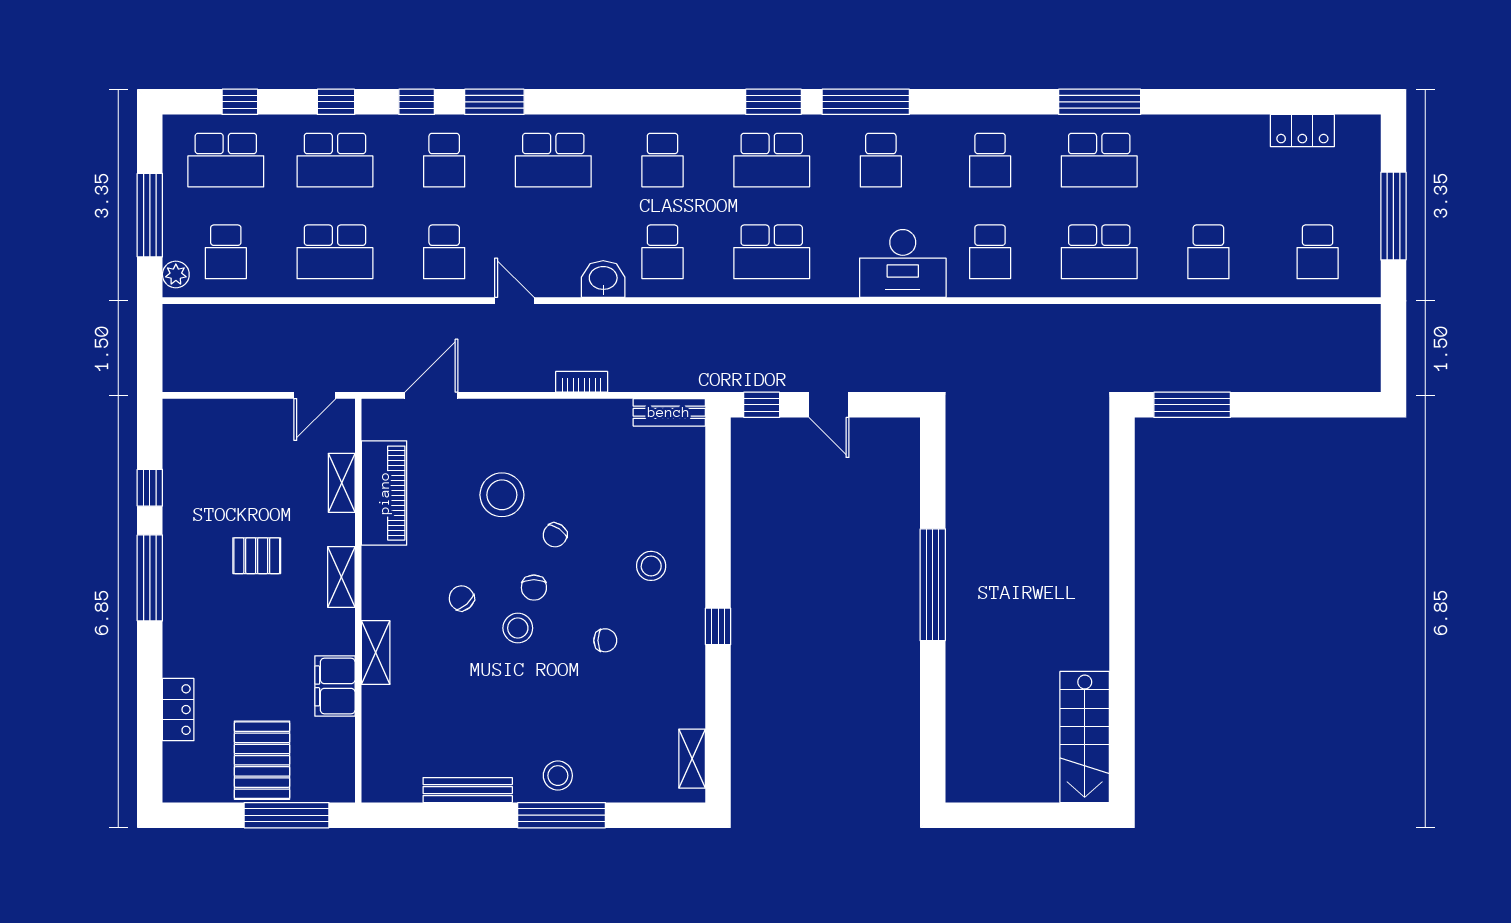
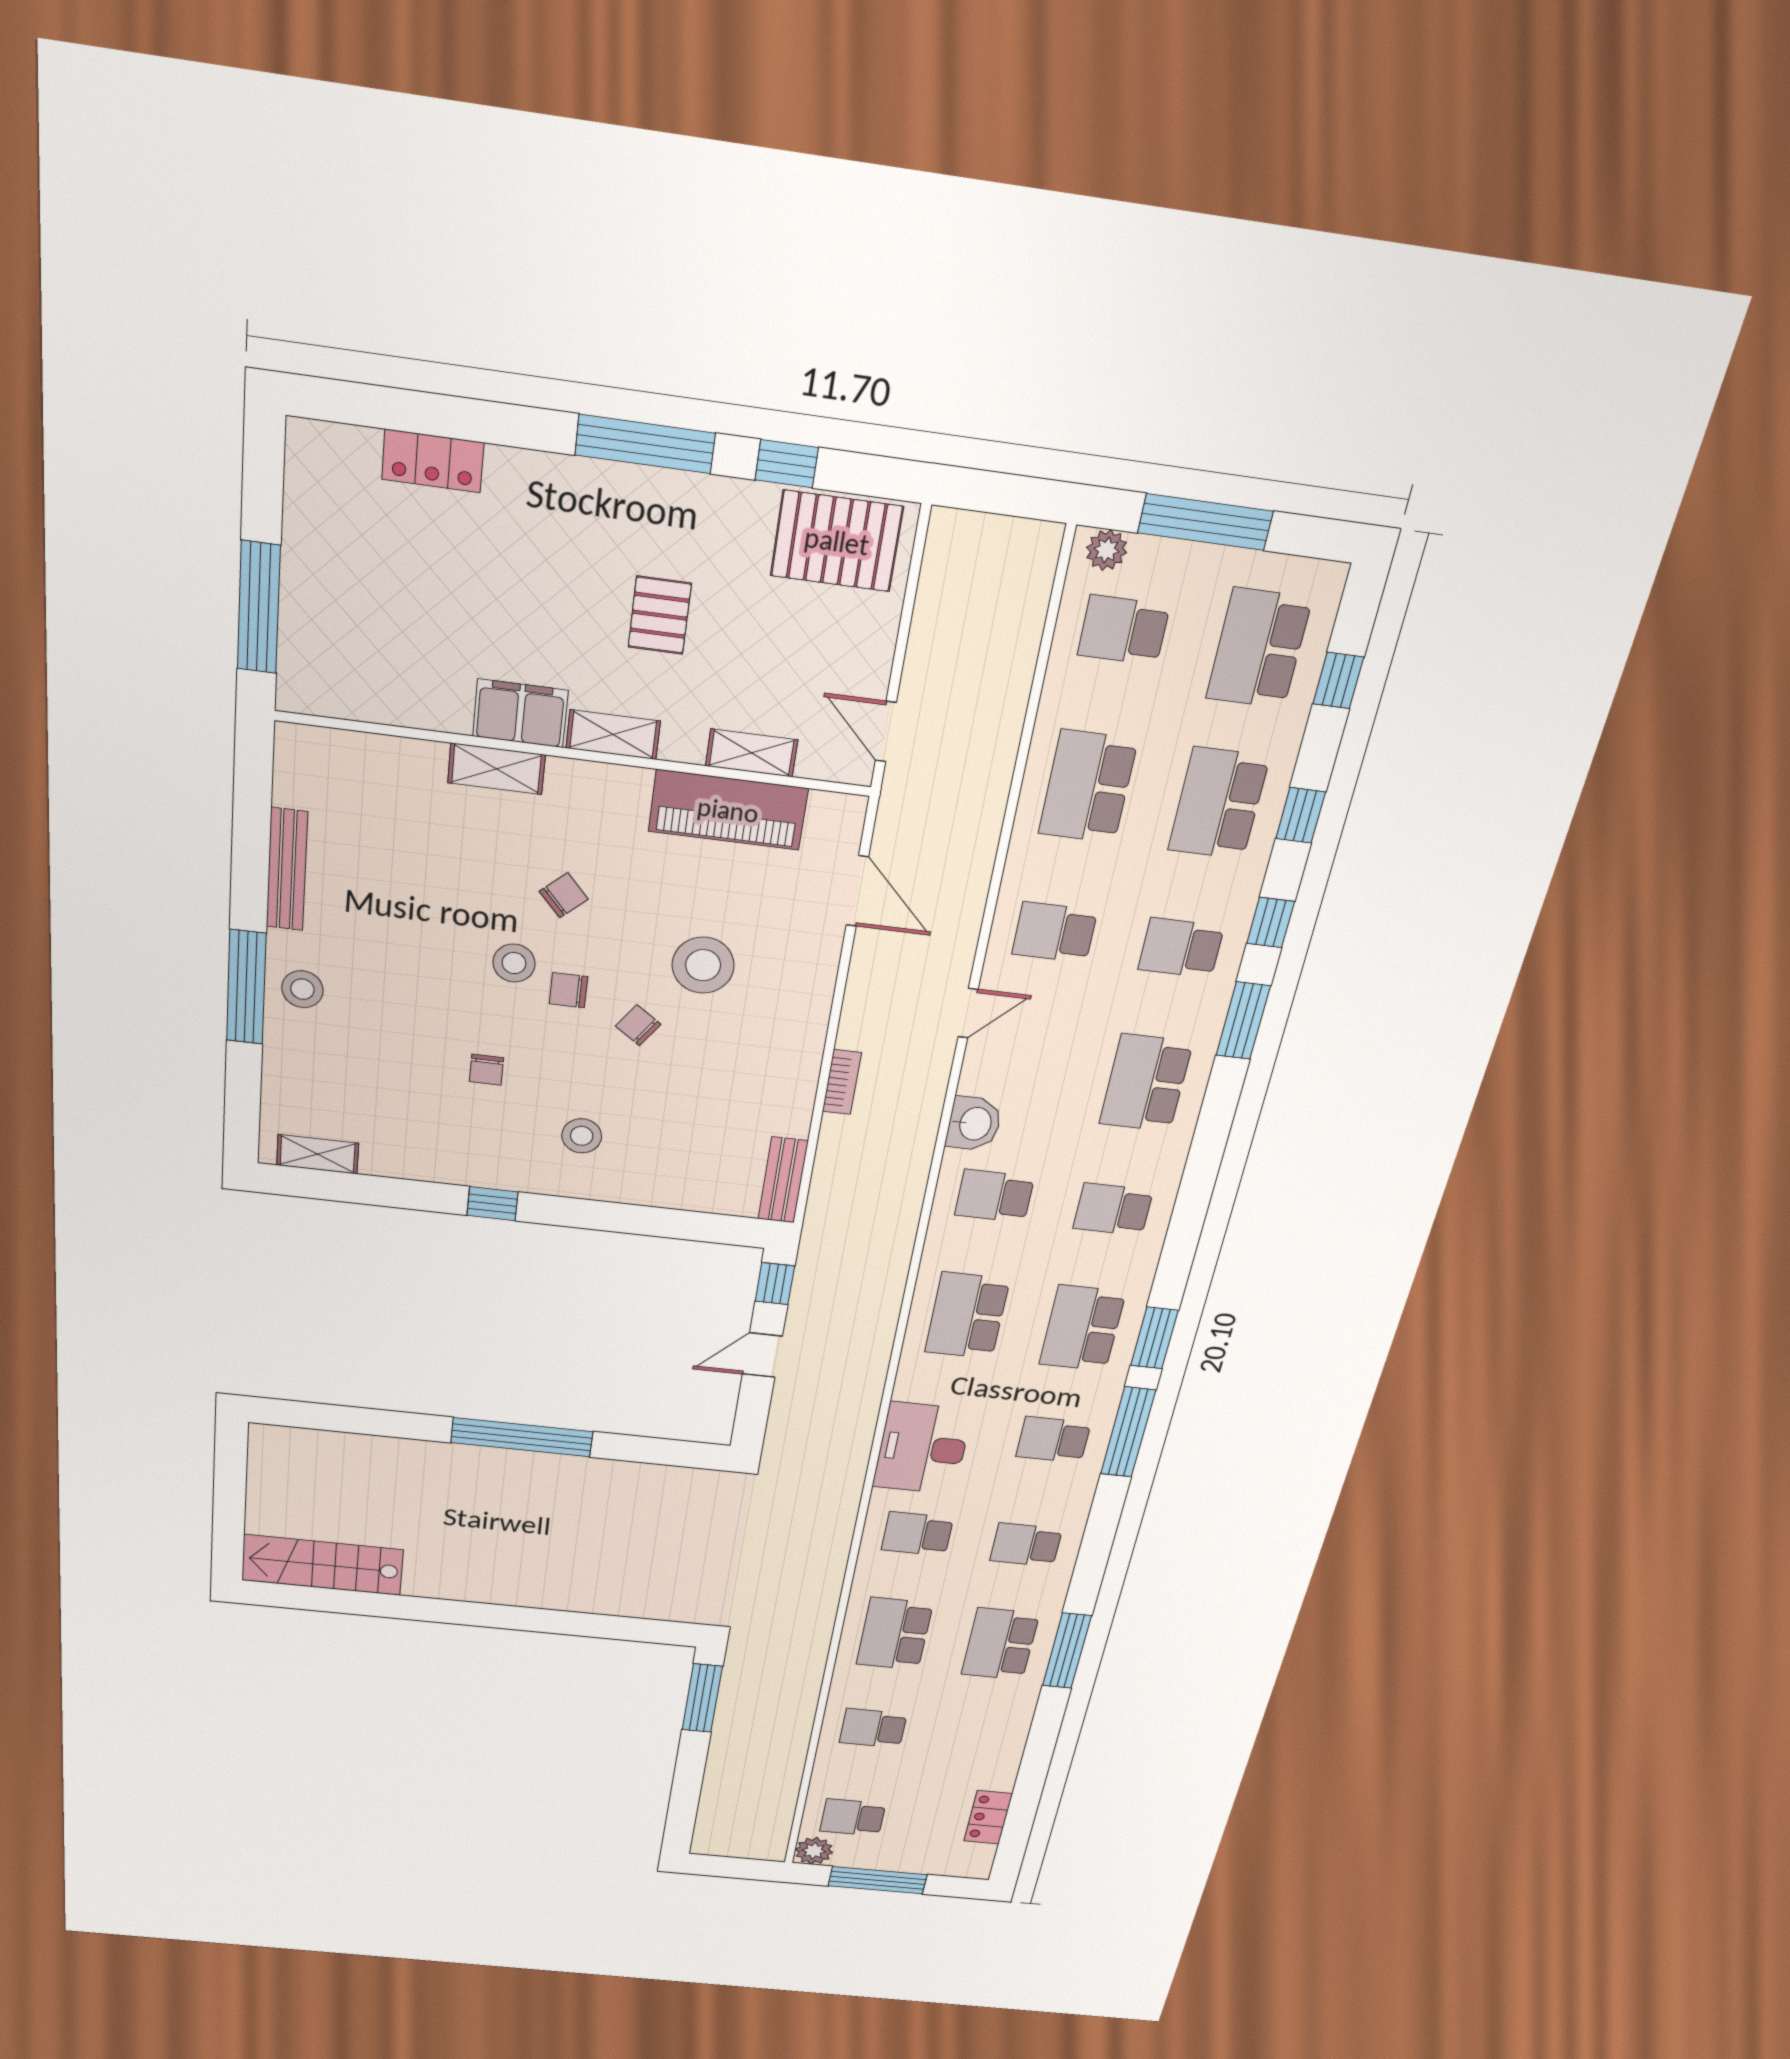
plant: (1363, 280) -> (814, 1851), added
filing cabinet: (335, 686) -> (520, 713), moved
pallet: (262, 760) -> (837, 541), moved

